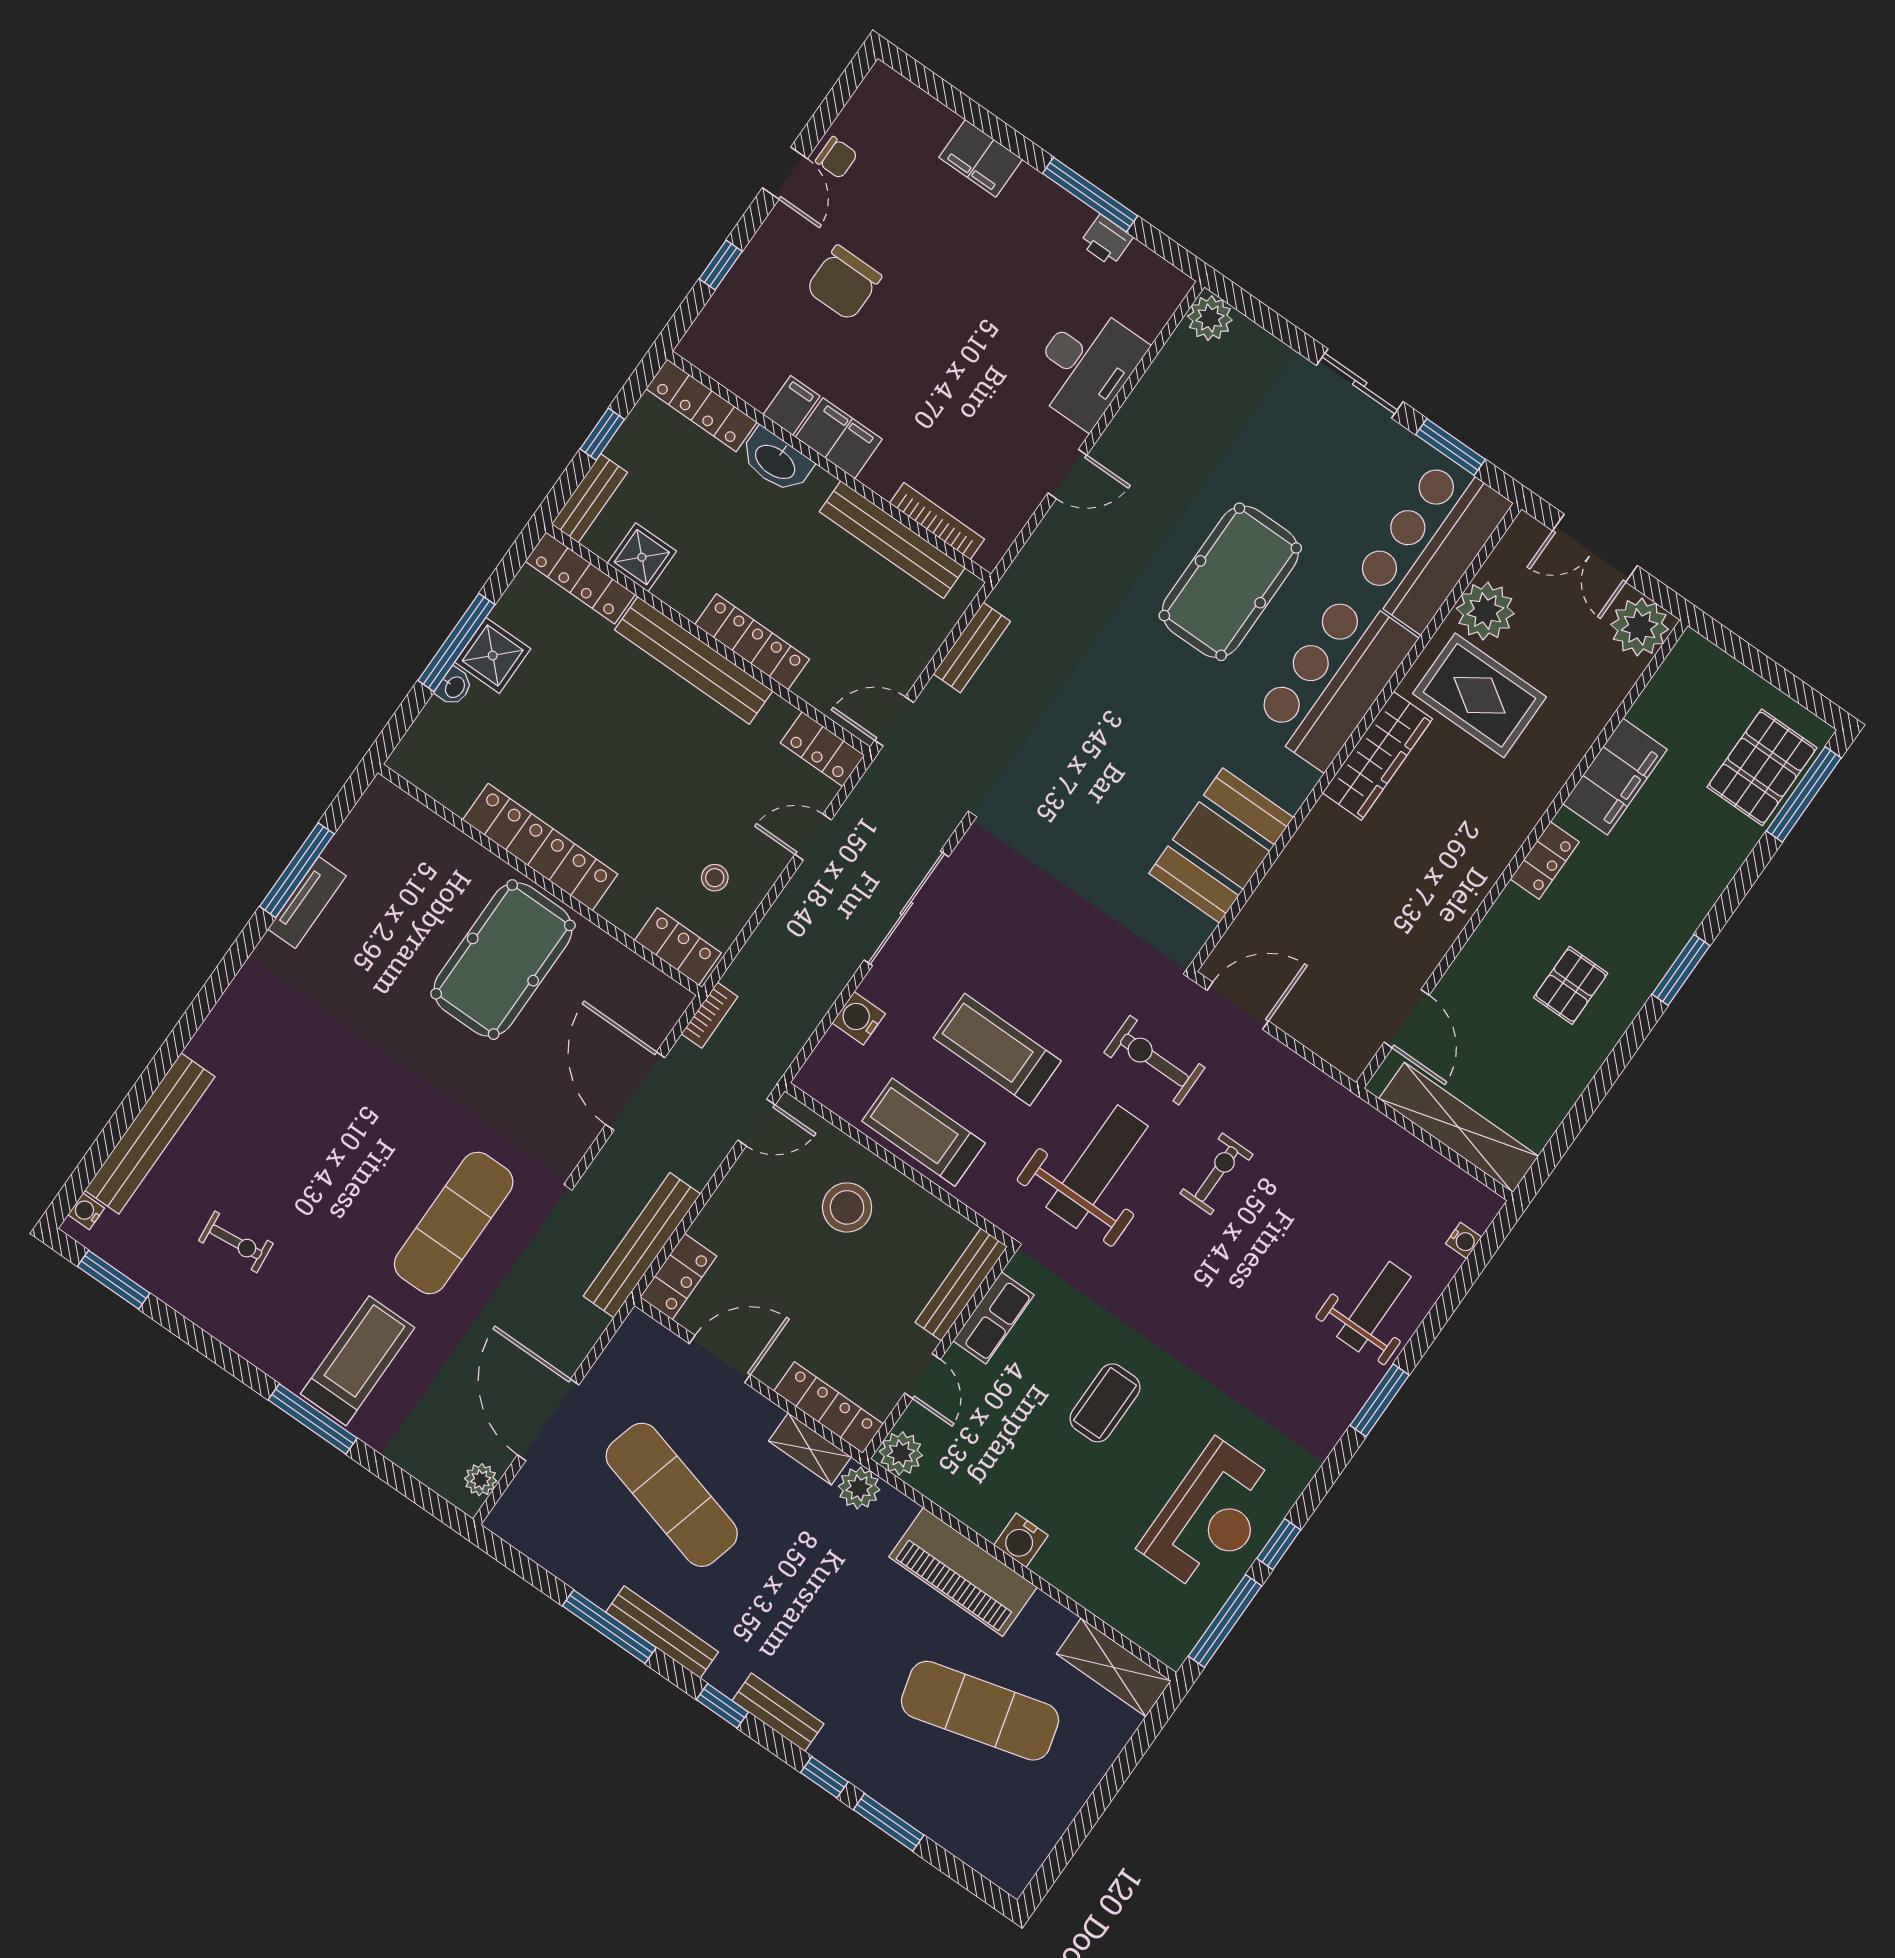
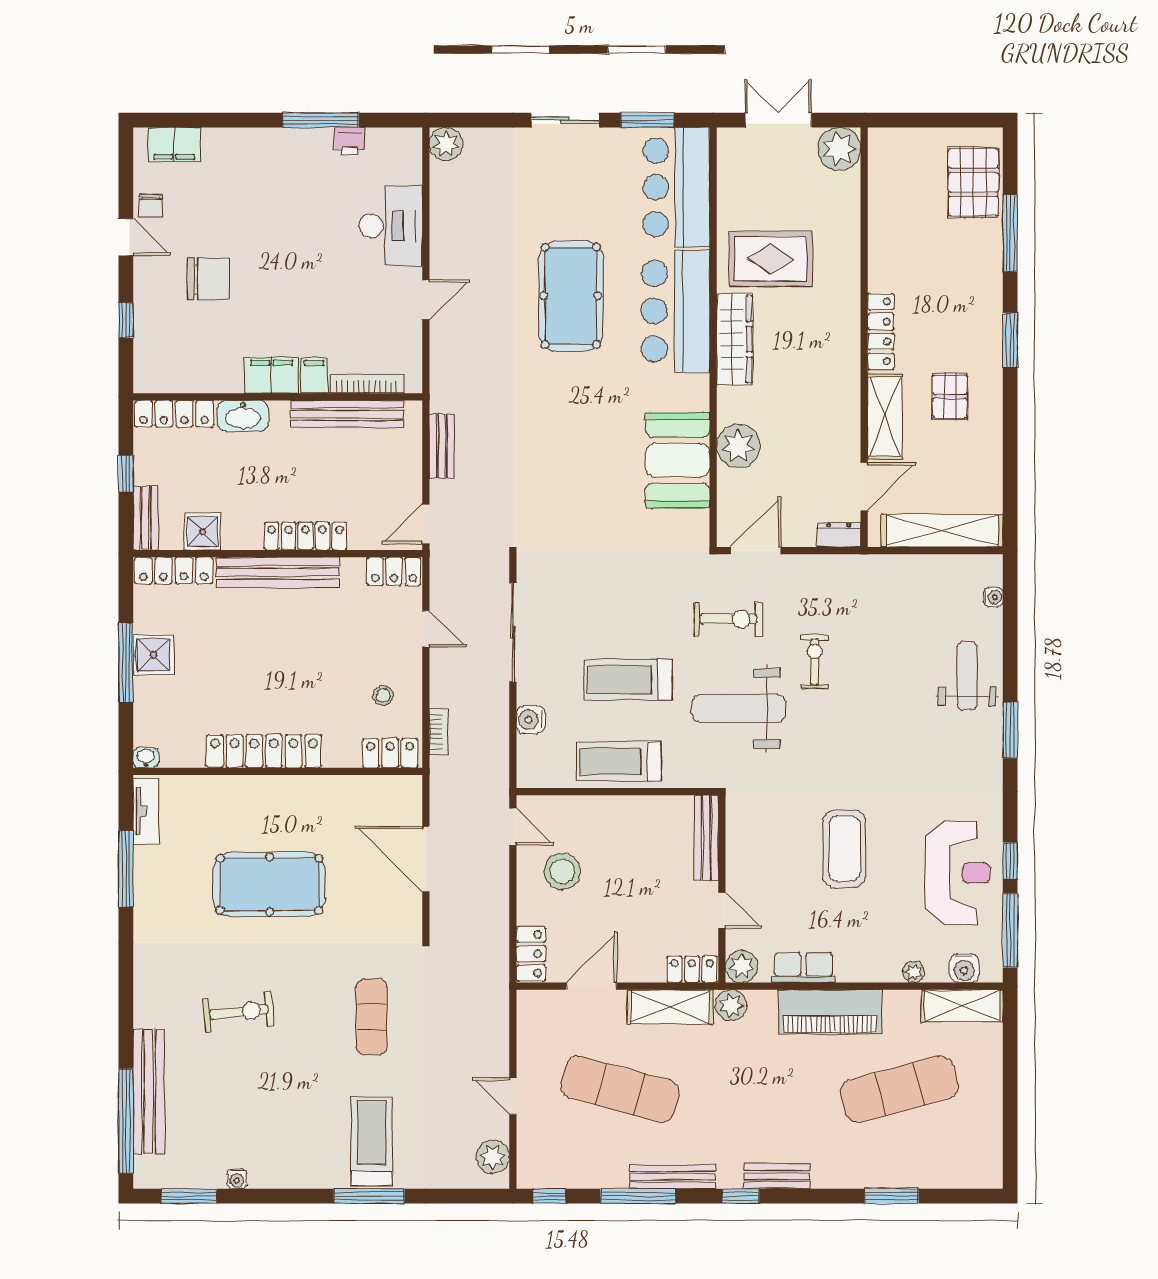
chair: (837, 158) -> (151, 206), turned 90
filing cabinet: (981, 158) -> (174, 145), moved
chair: (844, 283) -> (208, 279), turned -90
filing cabinet: (792, 405) -> (314, 375), moved
double door: (1595, 548) -> (778, 120), swing flipped
plant: (1485, 611) -> (738, 446), moved
washbasin: (454, 687) -> (146, 758), moved, turned -90
filing cabinet: (1615, 777) -> (888, 251), removed
window: (1804, 794) -> (1010, 233), moved
door: (813, 837) -> (426, 629), swing flipped
locker: (1545, 861) -> (881, 332), width x1.53
tv unit: (307, 902) -> (146, 811), moved
shelving: (1484, 957) -> (885, 417), added
pool table: (503, 960) -> (269, 884), moved, turned 90
bookcase: (710, 1015) -> (439, 731), moved
door: (1407, 1019) -> (864, 487), hinge flipped
dresser: (1341, 1052) -> (839, 535), added
exercise bike: (1154, 1060) -> (728, 619), turned 180
door: (756, 1122) -> (513, 827), hinge flipped
window: (102, 1148) -> (126, 1121), added
weight bench: (1097, 1167) -> (739, 708), turned -90
stool: (847, 1207) -> (562, 871), moved
water cooler: (86, 1211) -> (237, 1179), moved, turned -90
exercise mat: (454, 1223) -> (371, 1017), width x0.73, depth x0.69
exercise bike: (236, 1242) -> (238, 1012), moved, width x1.38, depth x1.39
bench: (642, 1245) -> (495, 950), removed
row of seats: (994, 1318) -> (803, 968), moved, turned -90
coffee table: (1105, 1403) -> (844, 849), width x1.36, depth x1.32
locker: (828, 1407) -> (692, 969), width x0.66
door: (548, 1420) -> (513, 1096), width x0.53
shelving: (810, 1449) -> (670, 1007), width x1.50, depth x1.33
plant: (481, 1480) -> (493, 1157), width x1.38, depth x1.38
water cooler: (1021, 1540) -> (964, 968), moved
plant: (1086, 1592) -> (914, 972), added
window: (824, 1777) -> (550, 1196), moved

